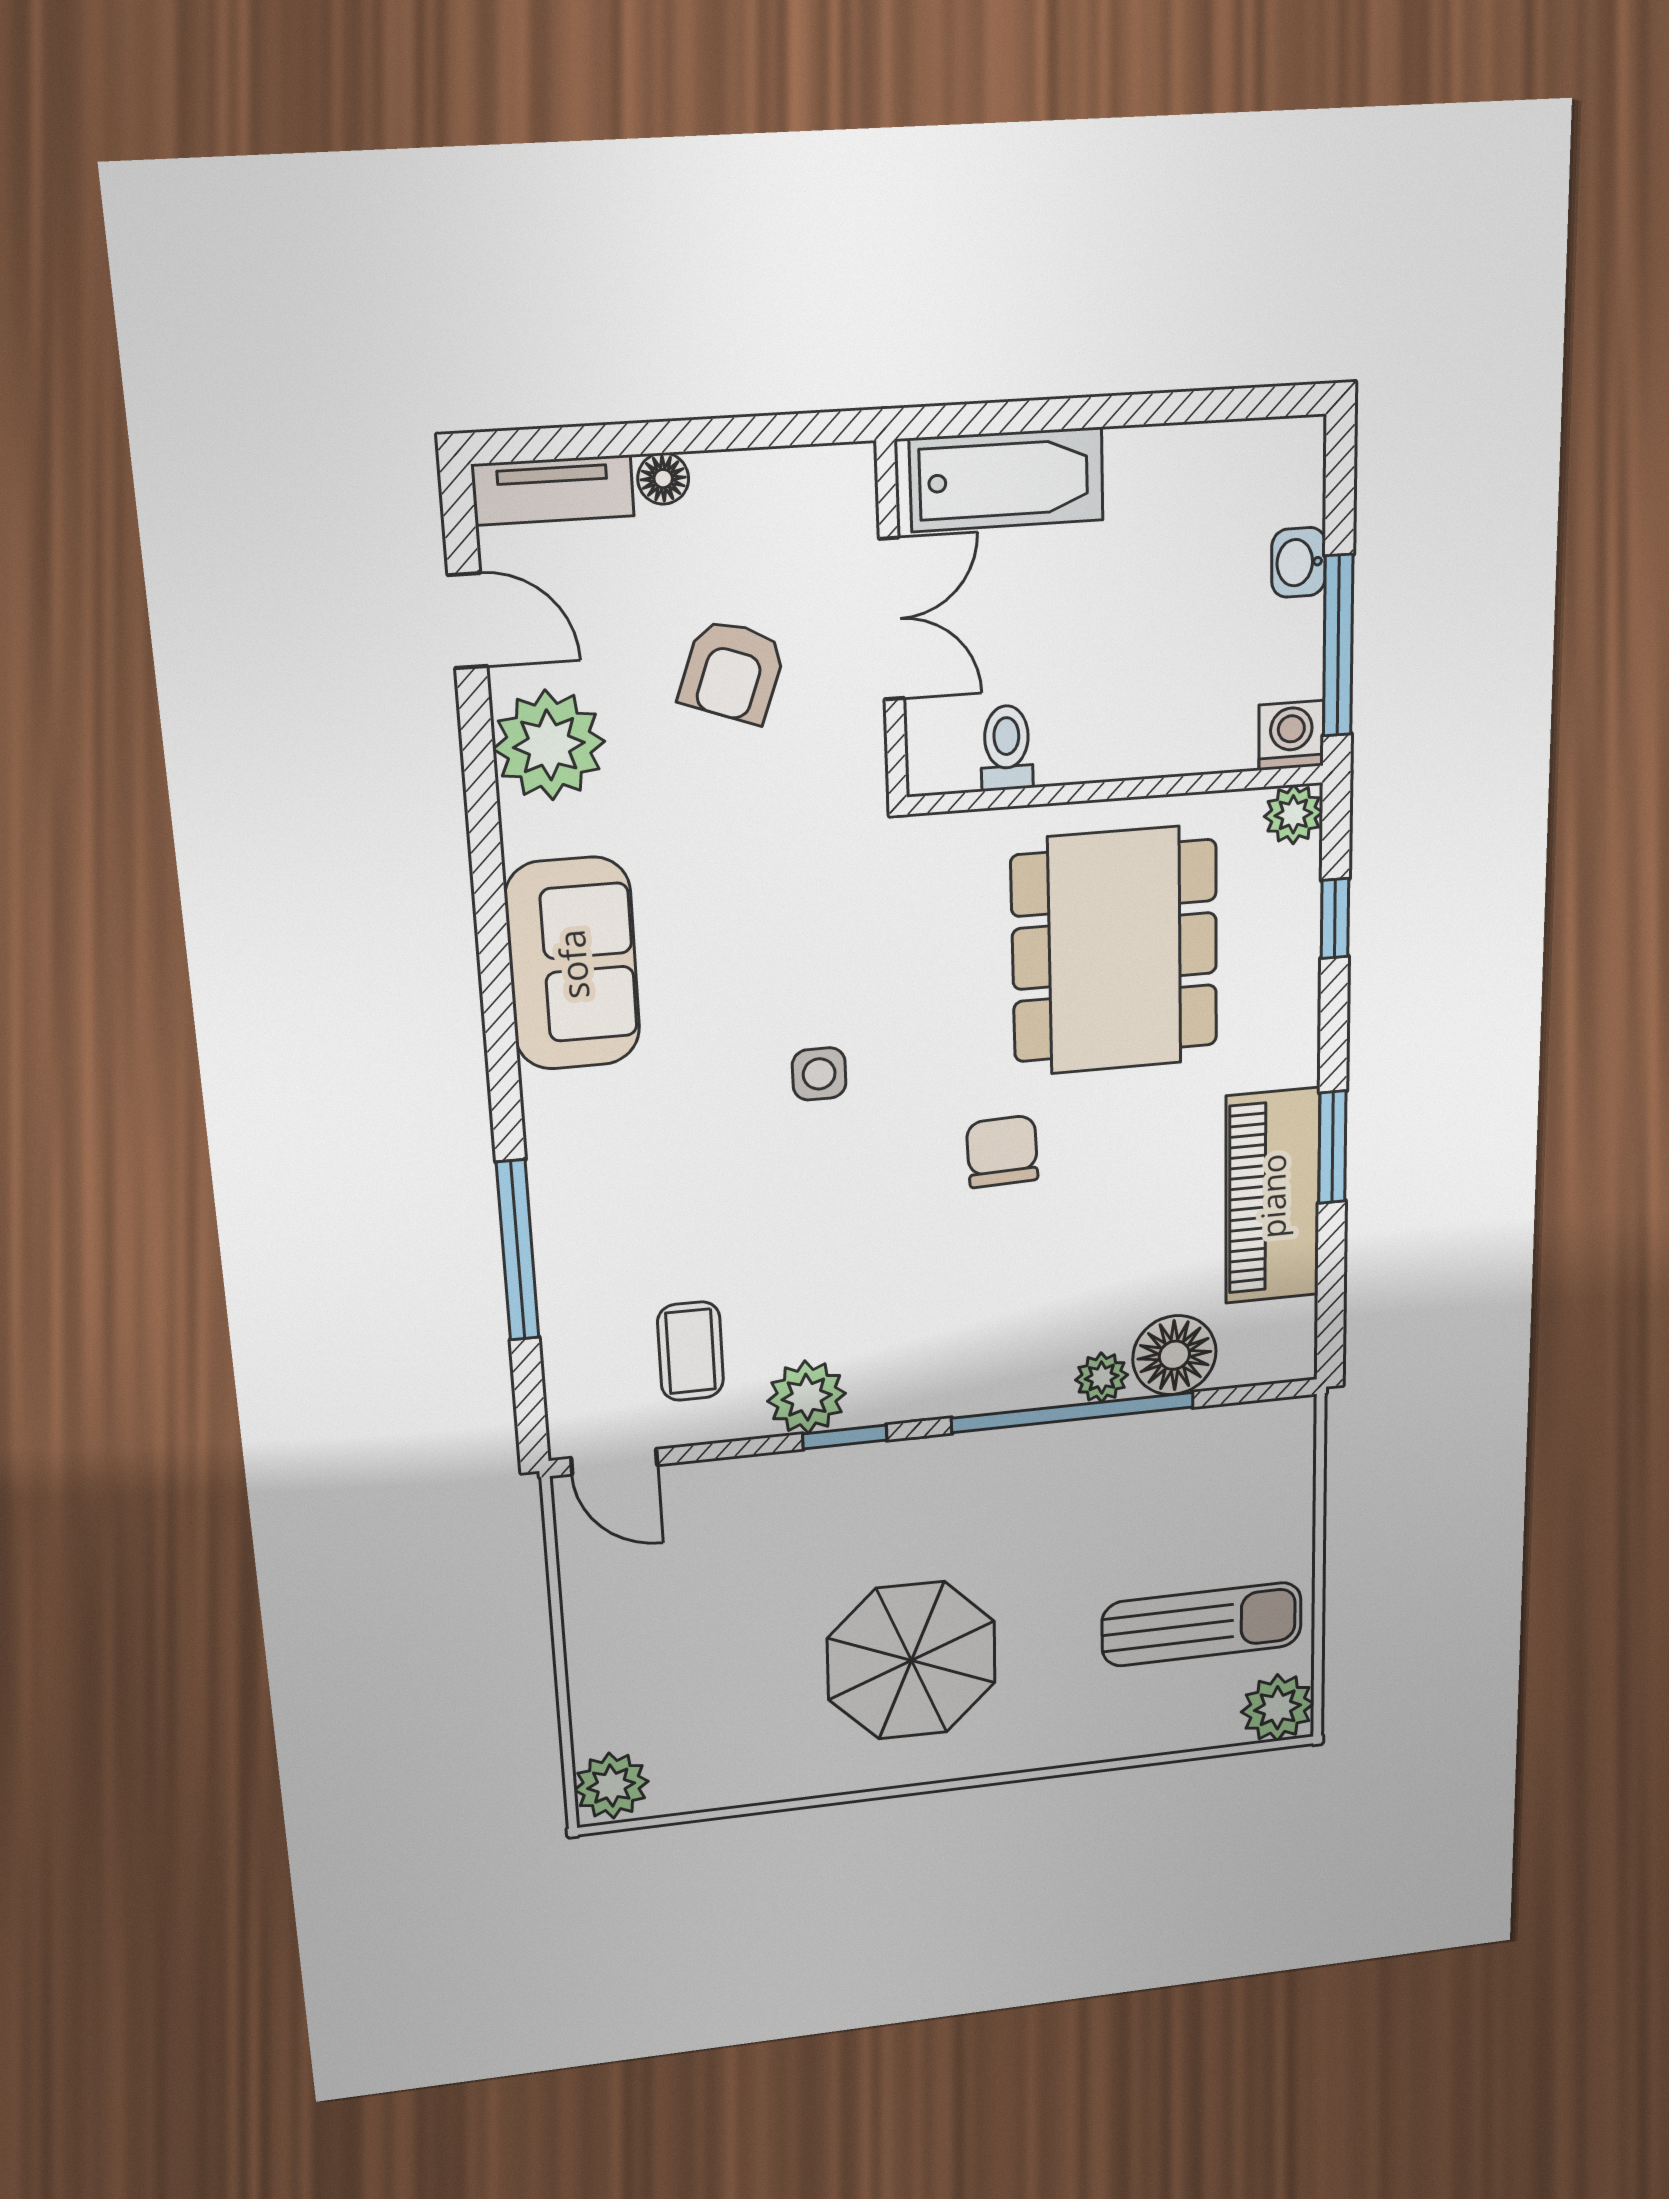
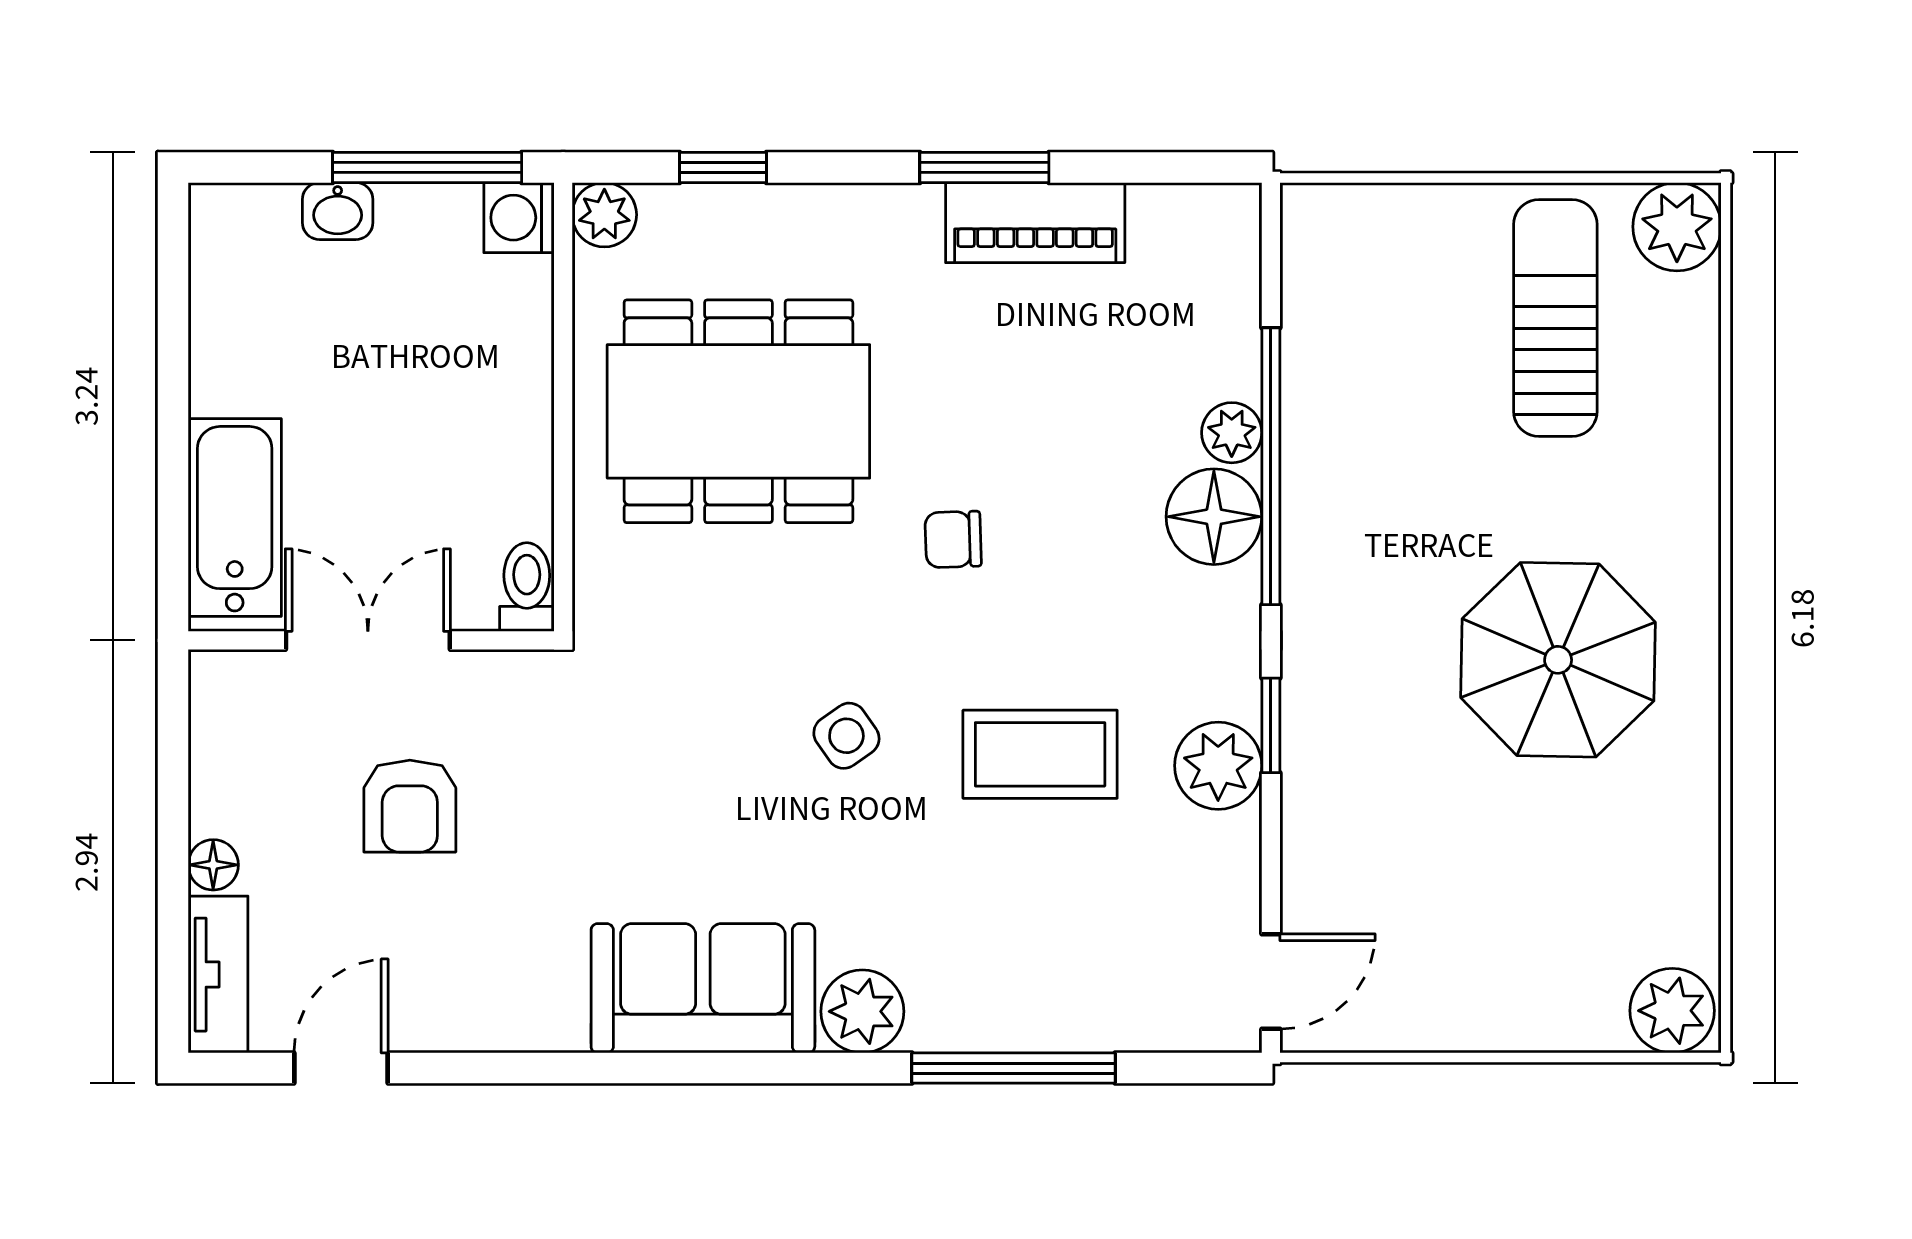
armchair: (732, 671) -> (410, 806), turned 70
plant: (549, 745) -> (862, 1011), moved, width x0.73, depth x0.73
toilet: (1007, 748) -> (527, 587), moved, turned 90
side table: (819, 1074) -> (846, 736), turned -35
chair: (1002, 1151) -> (953, 539), width x0.73, depth x0.73
piano: (1273, 1196) -> (1035, 223), width x0.73, depth x0.75
coffee table: (690, 1351) -> (1040, 754), moved, width x1.36, depth x1.30
floor lamp: (1174, 1355) -> (1214, 517), moved

